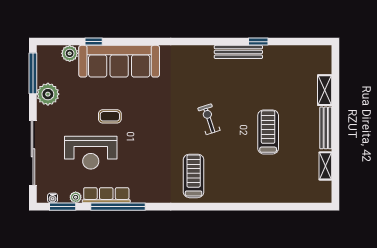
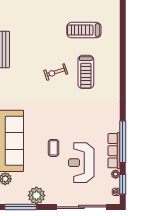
treadmill: (268, 132) -> (84, 30), moved
reception desk: (91, 153) -> (81, 163), turned 180
treadmill: (194, 176) -> (86, 72), moved, turned -90

